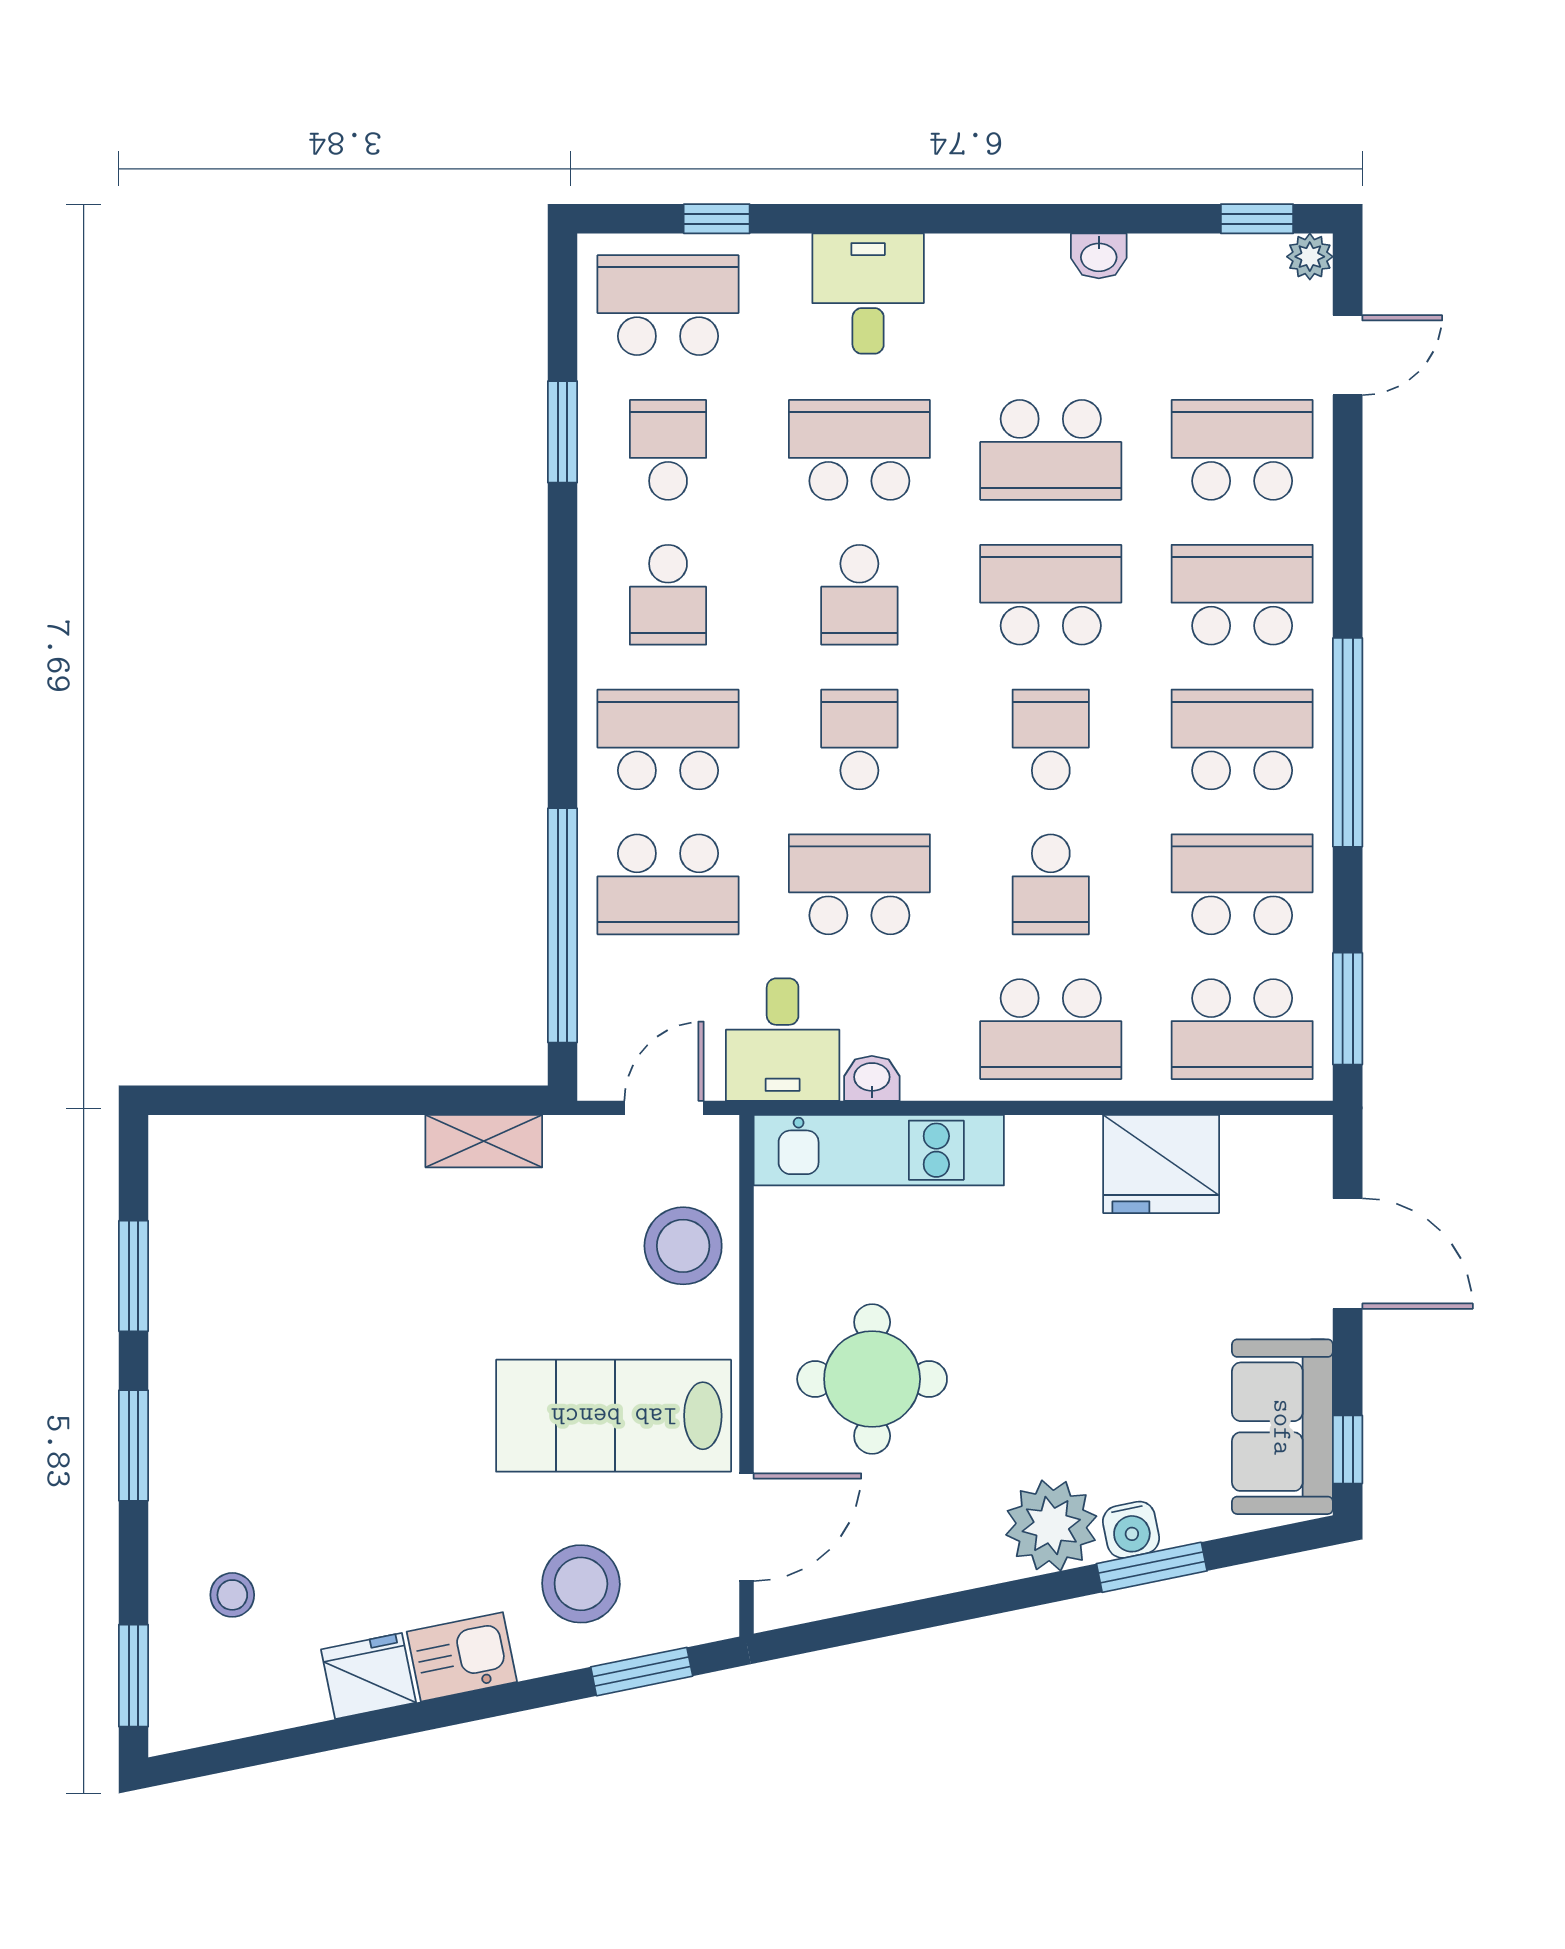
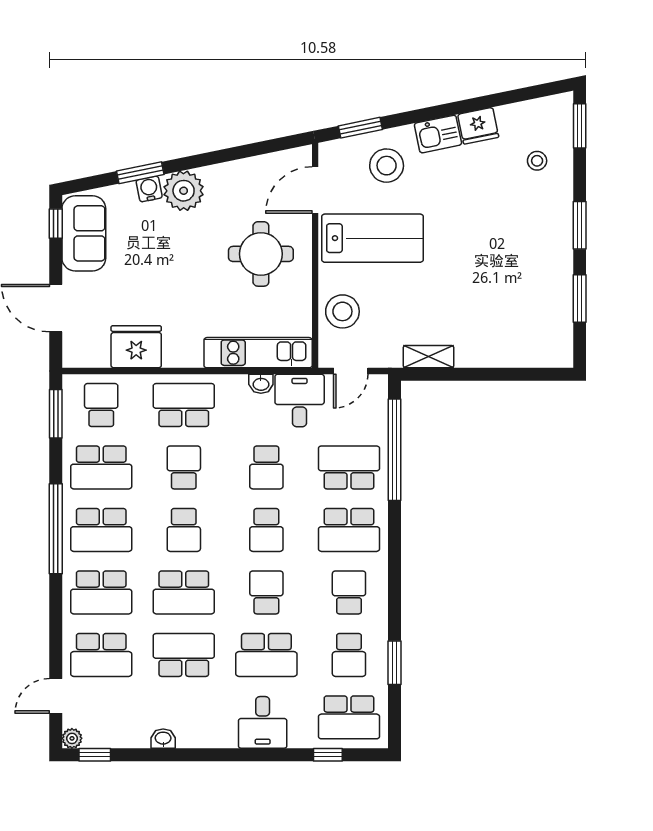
school desk: (859, 884) -> (266, 467), width x0.54
school desk: (1242, 1029) -> (101, 405), width x0.54

